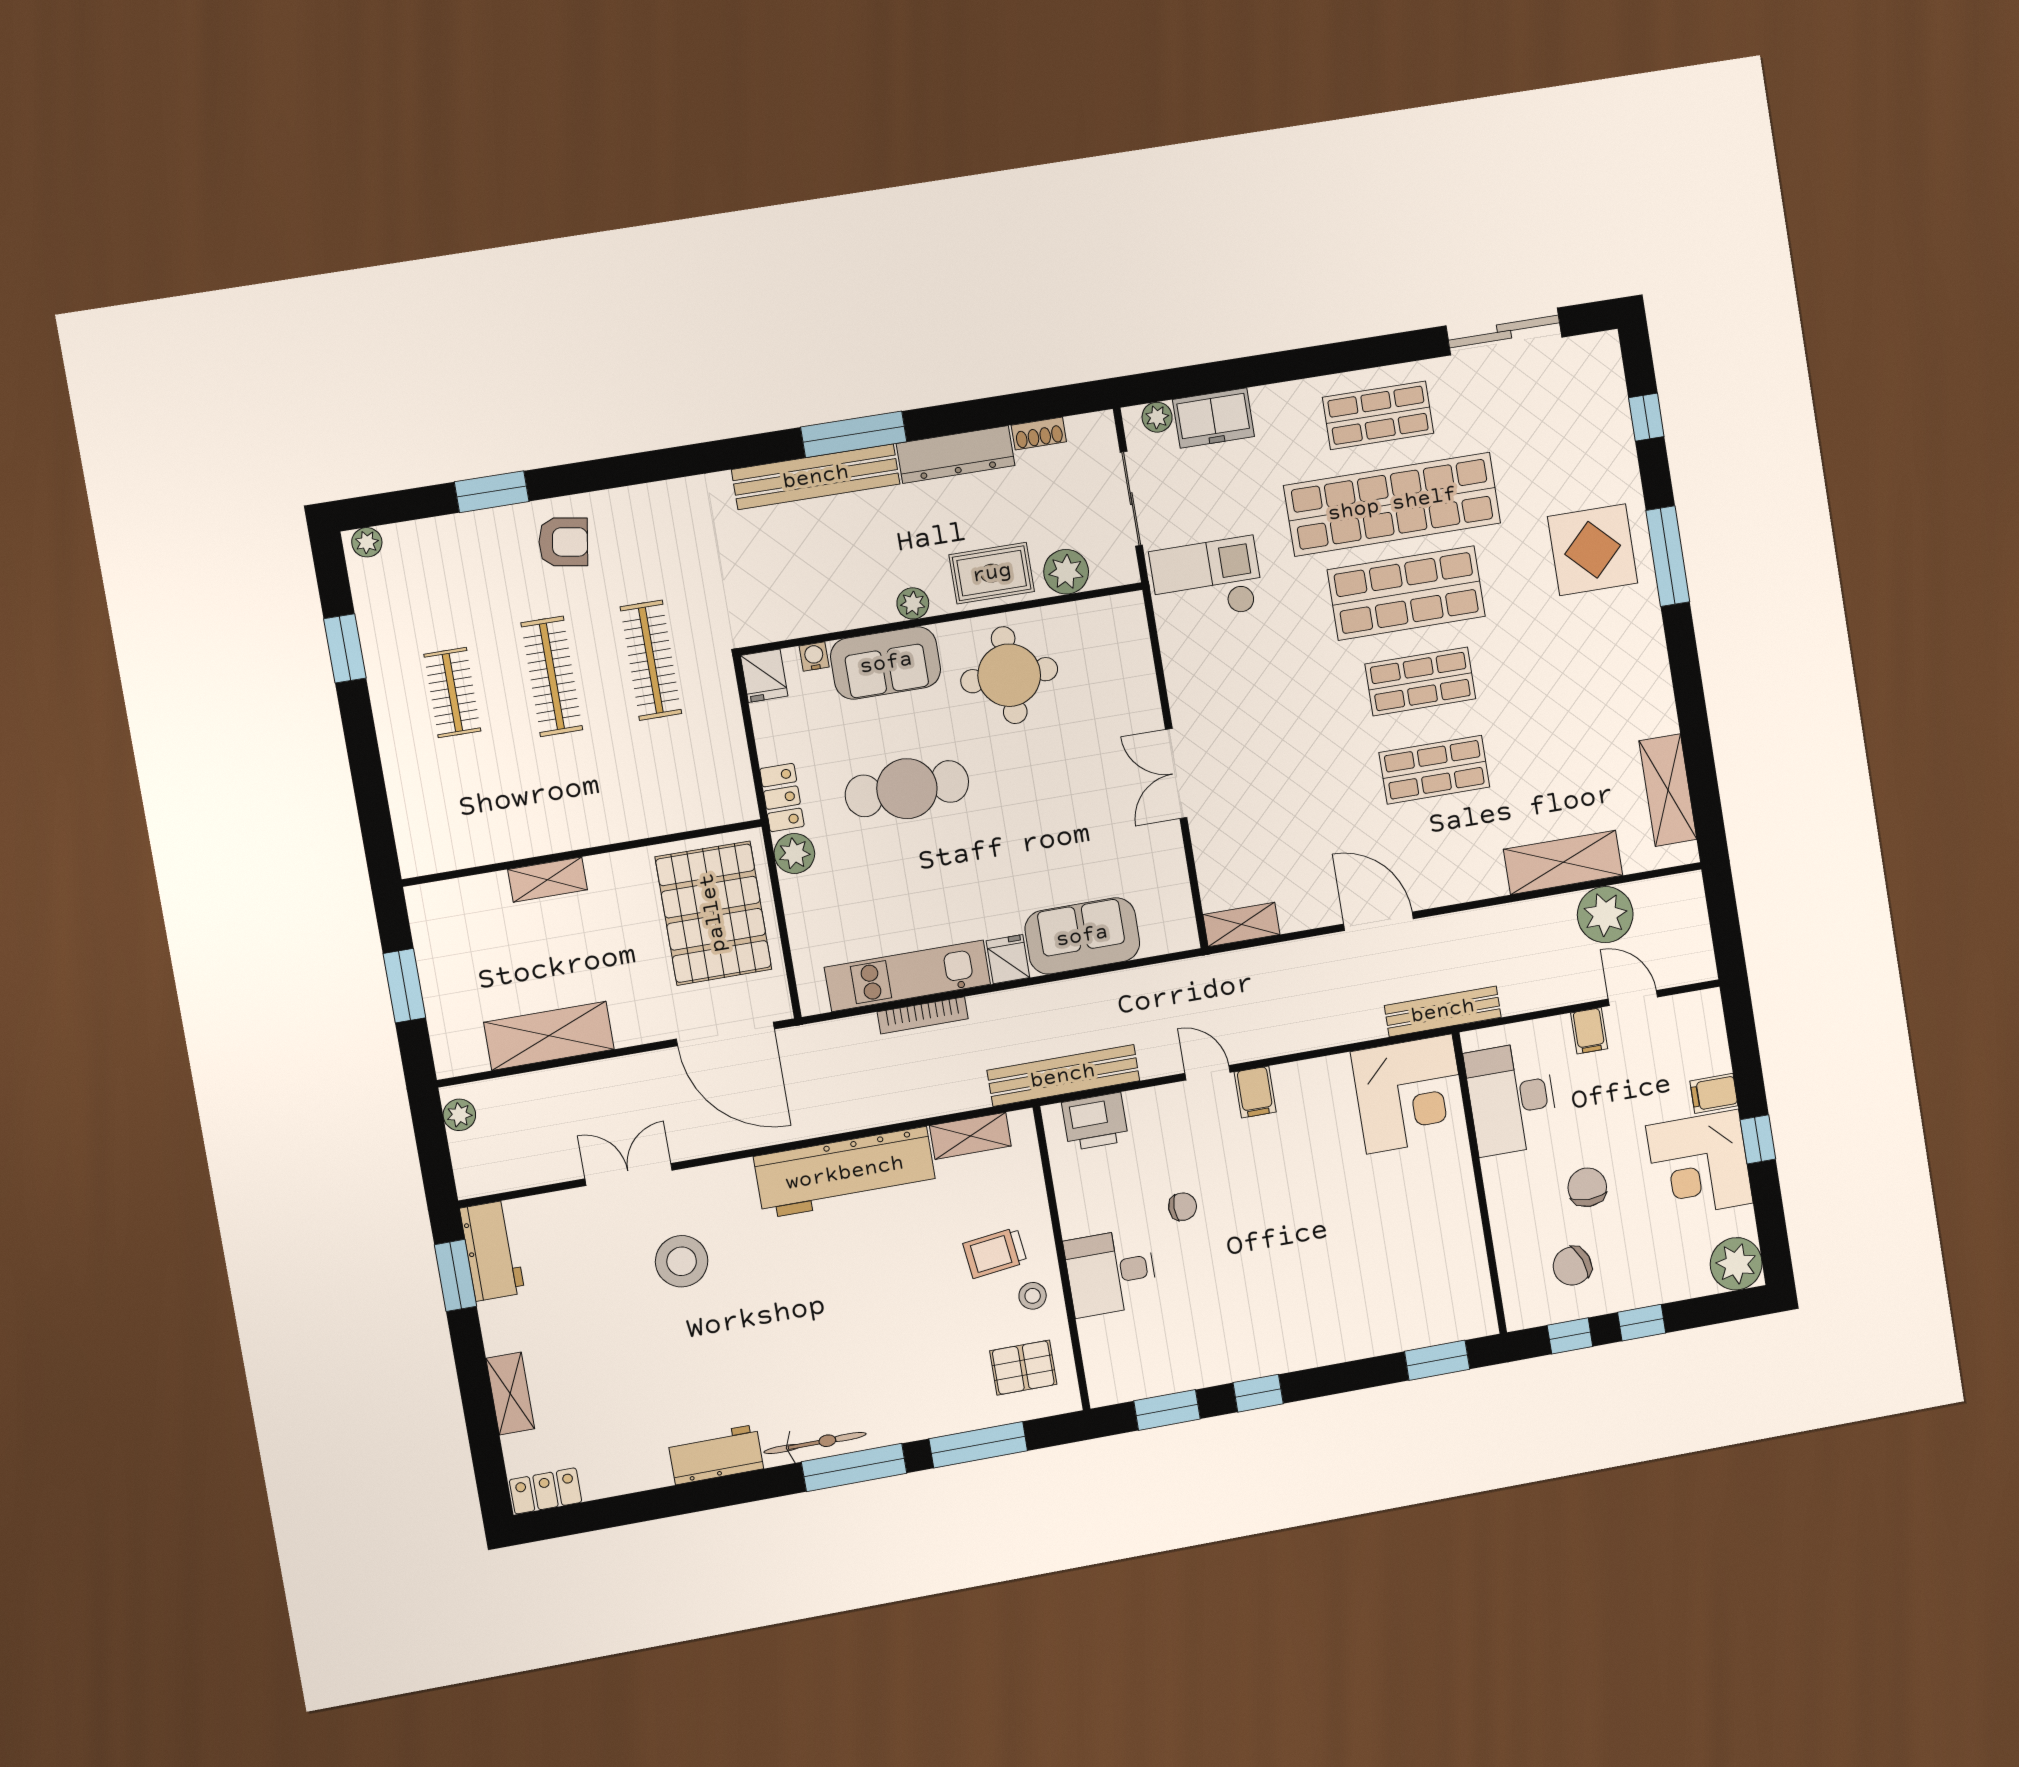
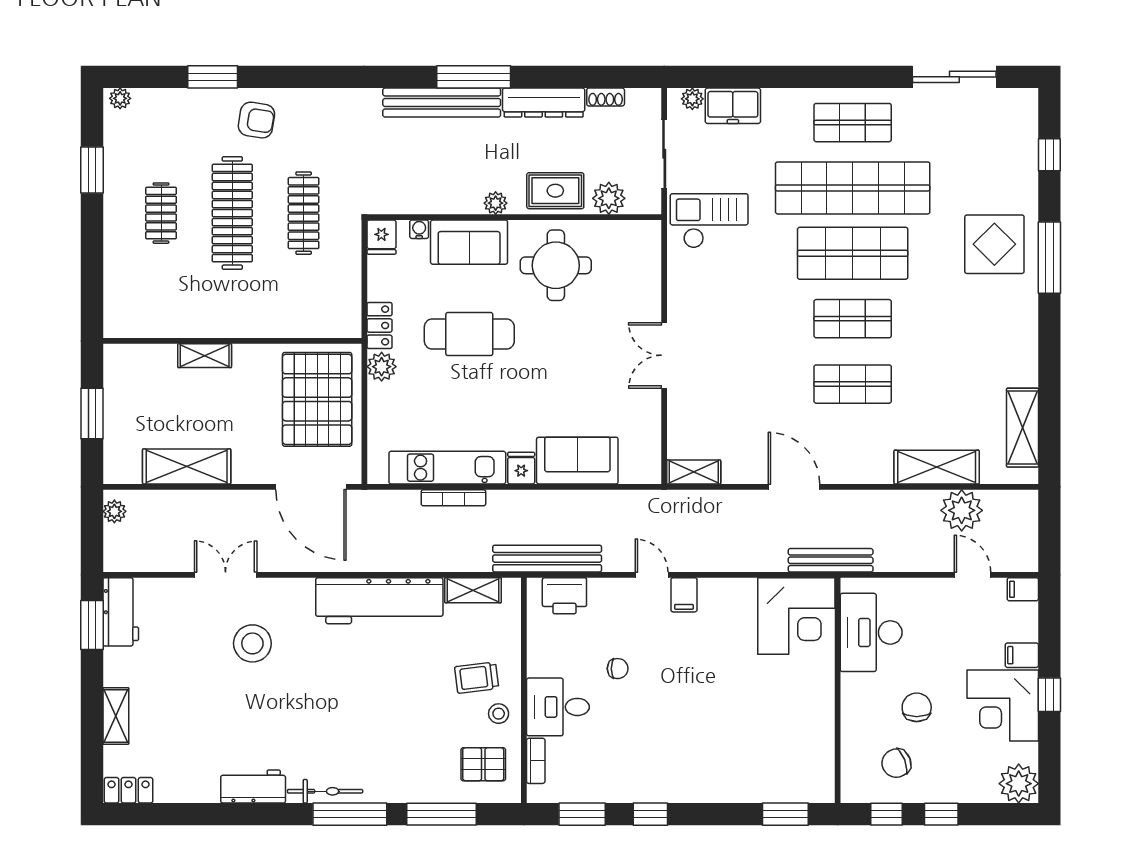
clothes rail: (552, 676) -> (232, 213), width x1.37, depth x1.31
filing cabinet: (1589, 1031) -> (1023, 589), moved, turned 90
bookcase: (1093, 1350) -> (536, 761), added

